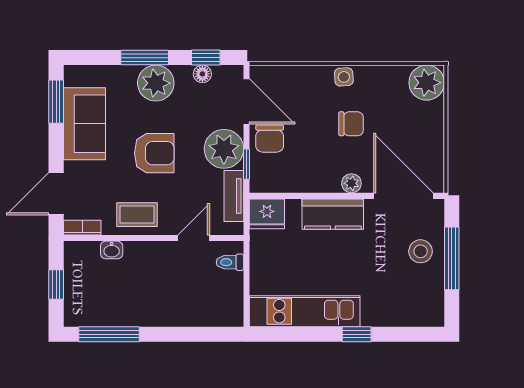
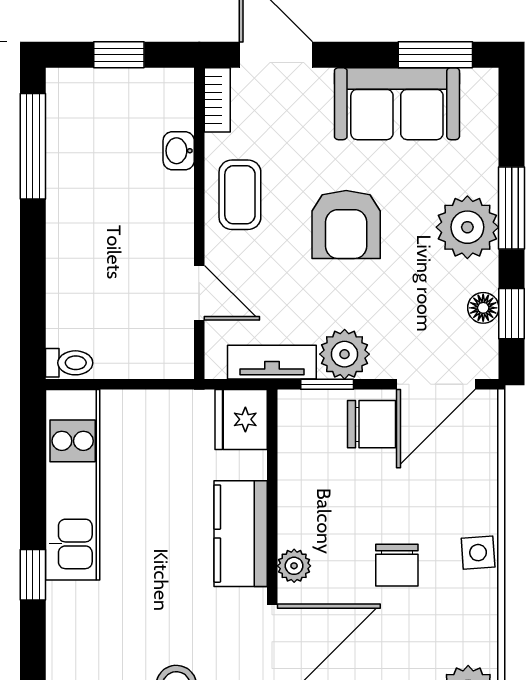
chair: (270, 139) -> (371, 424), turned 180
plant: (224, 149) -> (345, 354), width x0.73, depth x0.73
toilet: (230, 262) -> (69, 363), moved, turned 90

